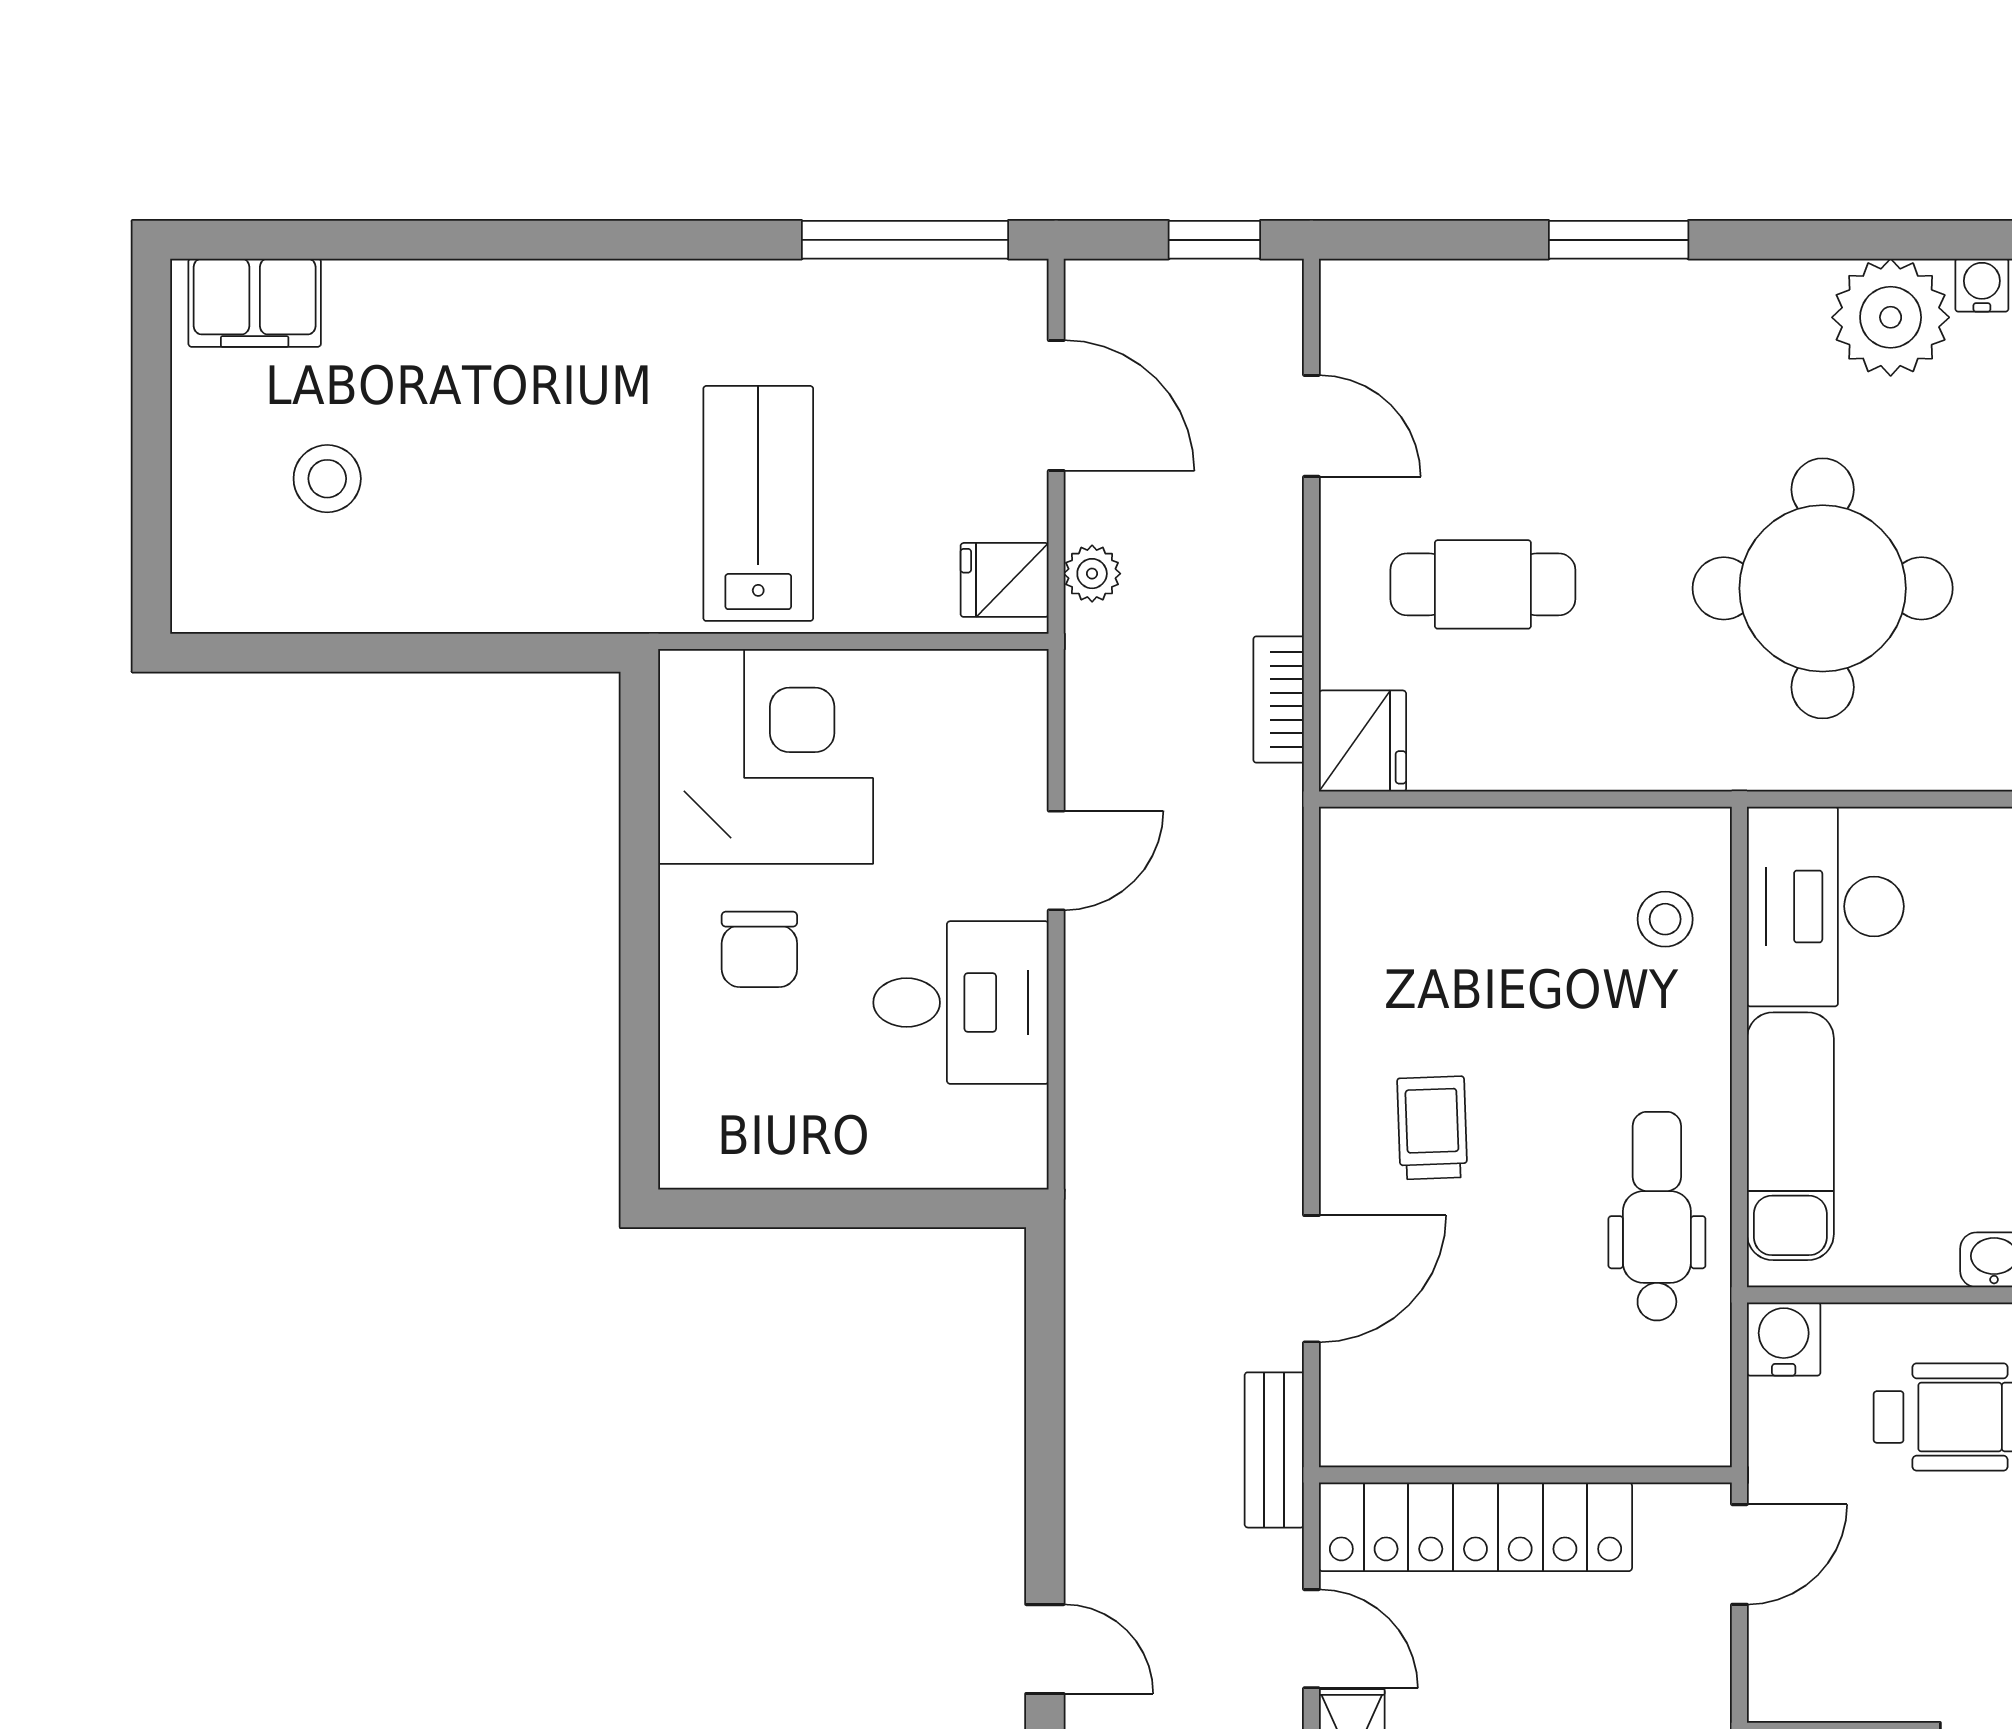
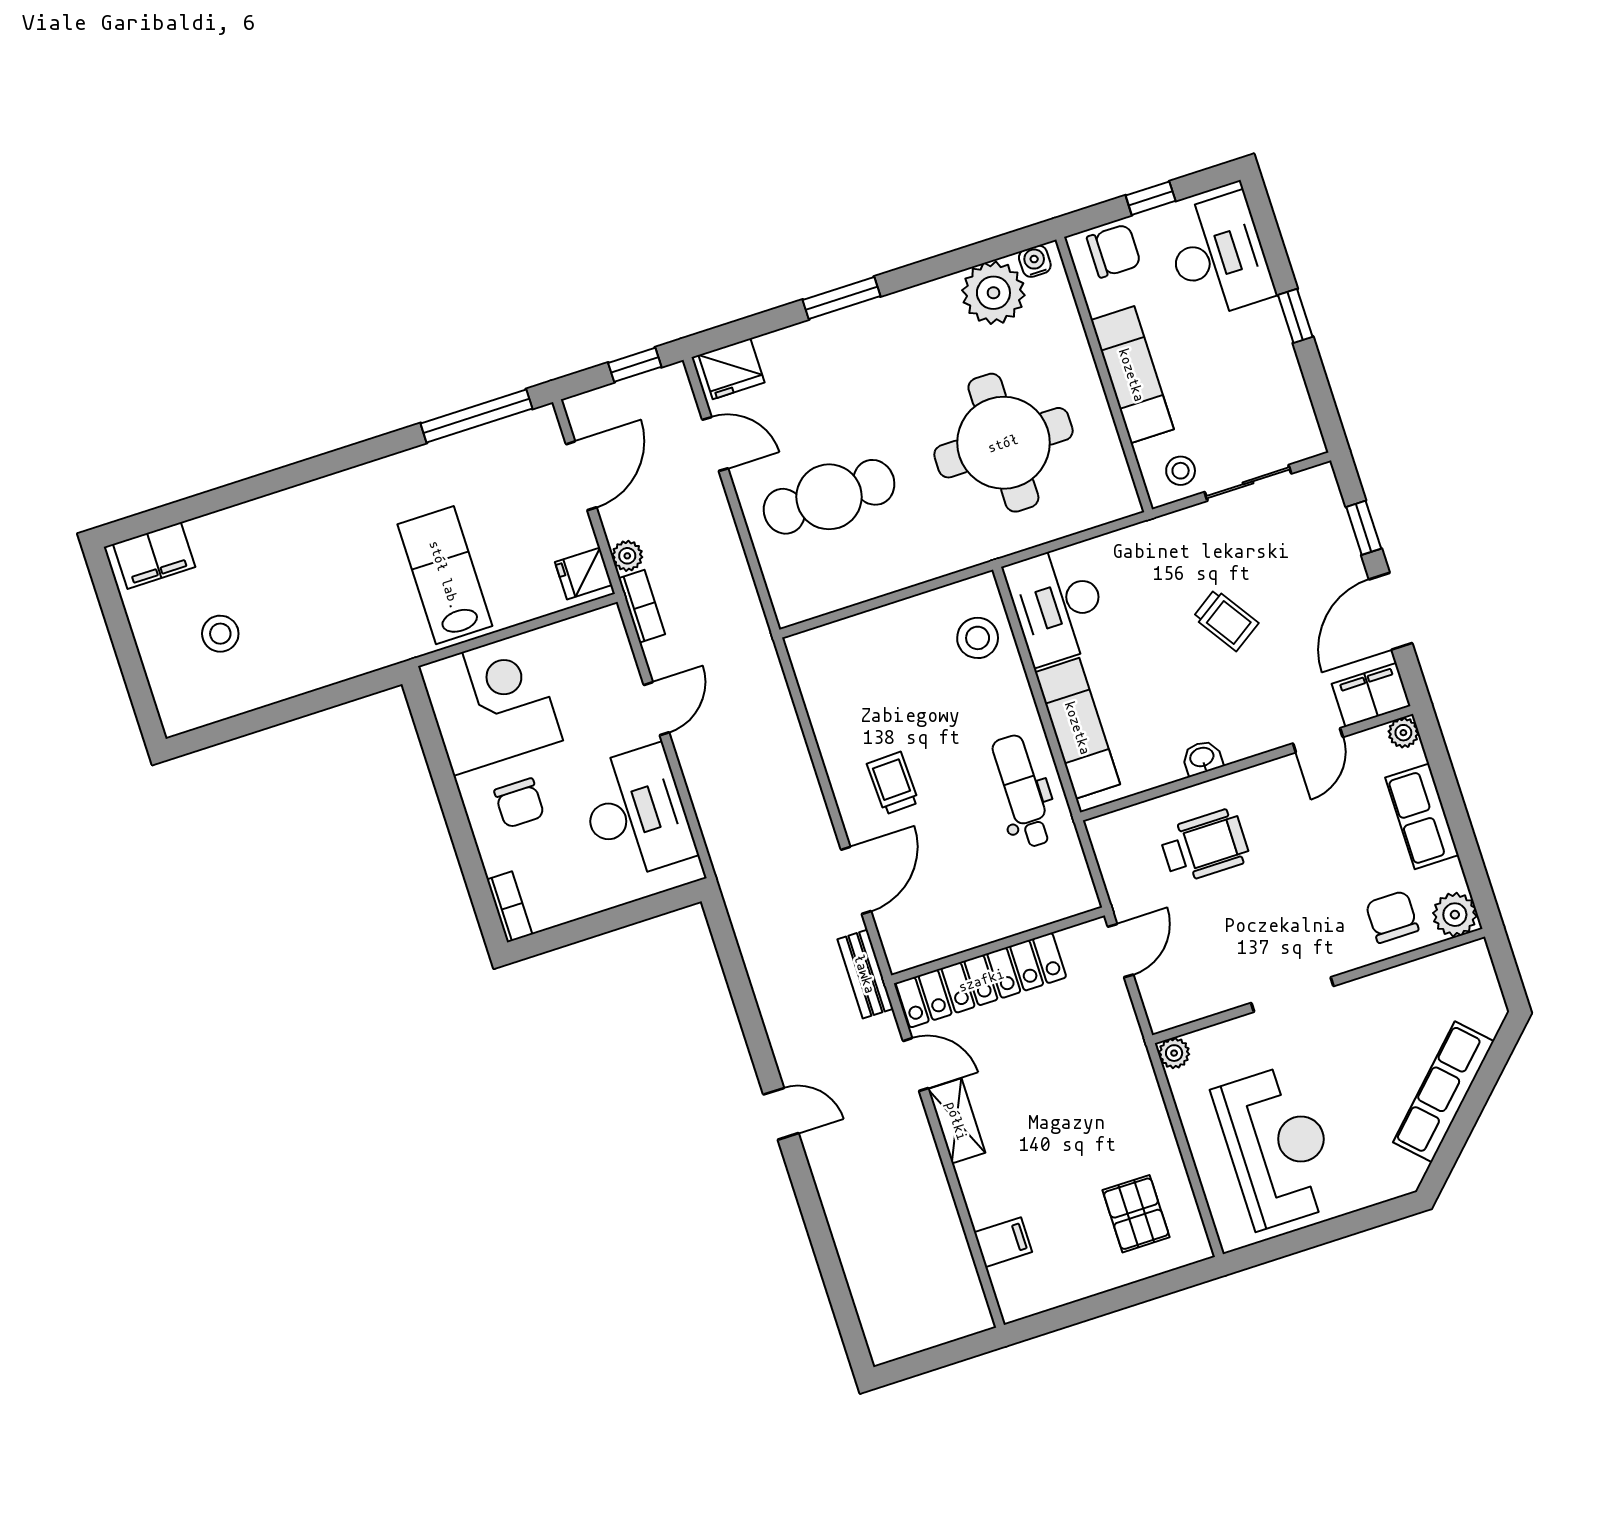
door: (1056, 405) -> (581, 476), hinge flipped
cafe table: (1483, 584) -> (829, 497), width x1.37, depth x1.35
bookcase: (1279, 700) -> (642, 606), moved, turned 180
fridge: (1363, 741) -> (732, 369), moved, turned 90
stool: (1665, 919) -> (978, 638), width x1.37, depth x1.37
desk: (961, 1003) -> (636, 812), width x1.37
bookcase: (683, 1128) -> (510, 907), added
water cooler: (1784, 1339) -> (1108, 833), removed

